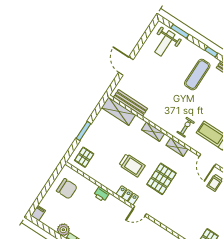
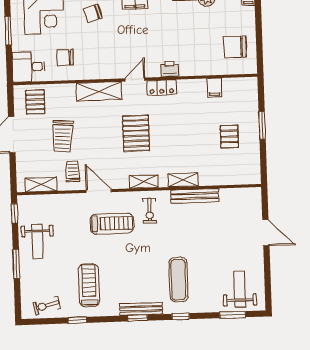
bench: (131, 103) -> (195, 196), moved
shelving: (118, 111) -> (99, 91), moved
pallet: (84, 157) -> (229, 137), moved
trolley: (132, 165) -> (63, 136), moved, turned -86
filing cabinet: (96, 173) -> (214, 88), added
printer: (101, 194) -> (170, 69), moved

